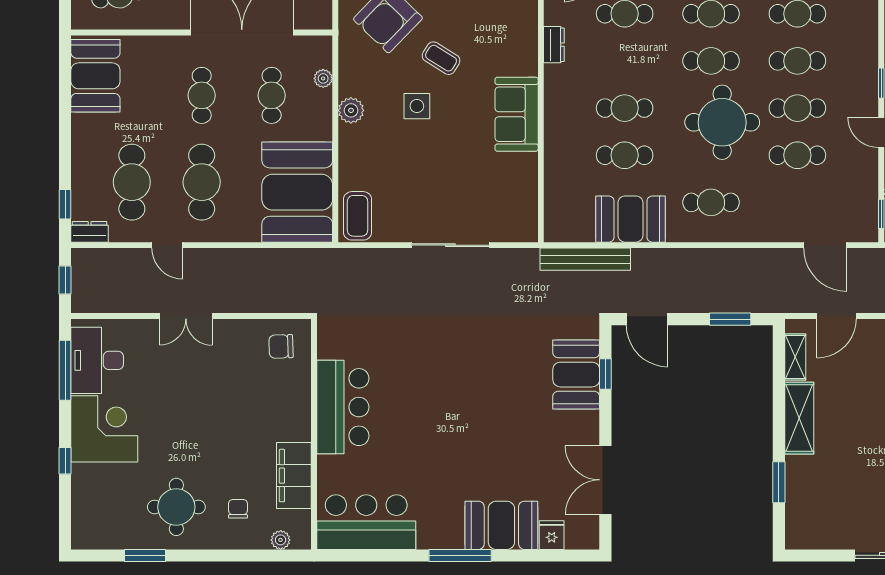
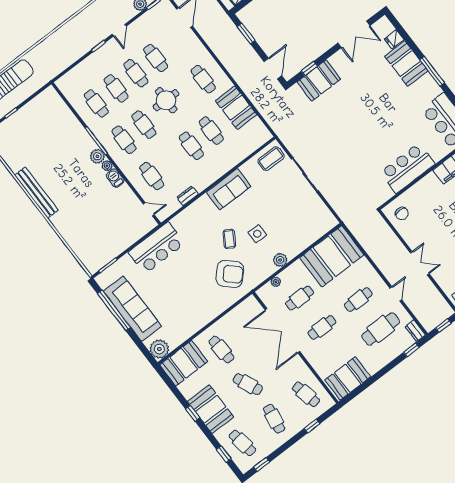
round table: (722, 122) -> (166, 100), width x0.73, depth x0.73
cafe table: (202, 182) -> (358, 300), width x0.73, depth x0.74
coffee table: (358, 216) -> (271, 159), moved
bench: (585, 259) -> (267, 114), removed

